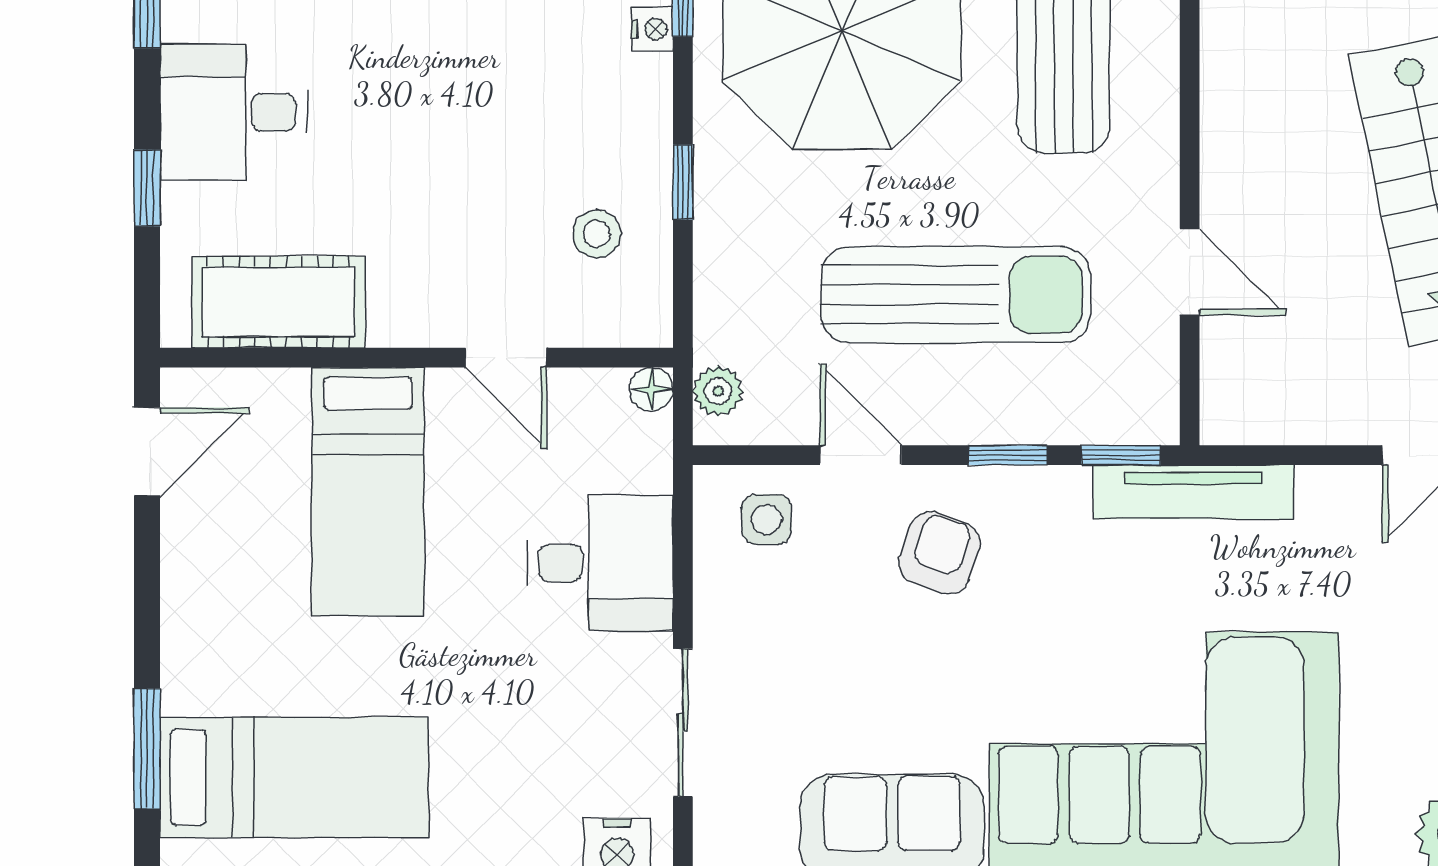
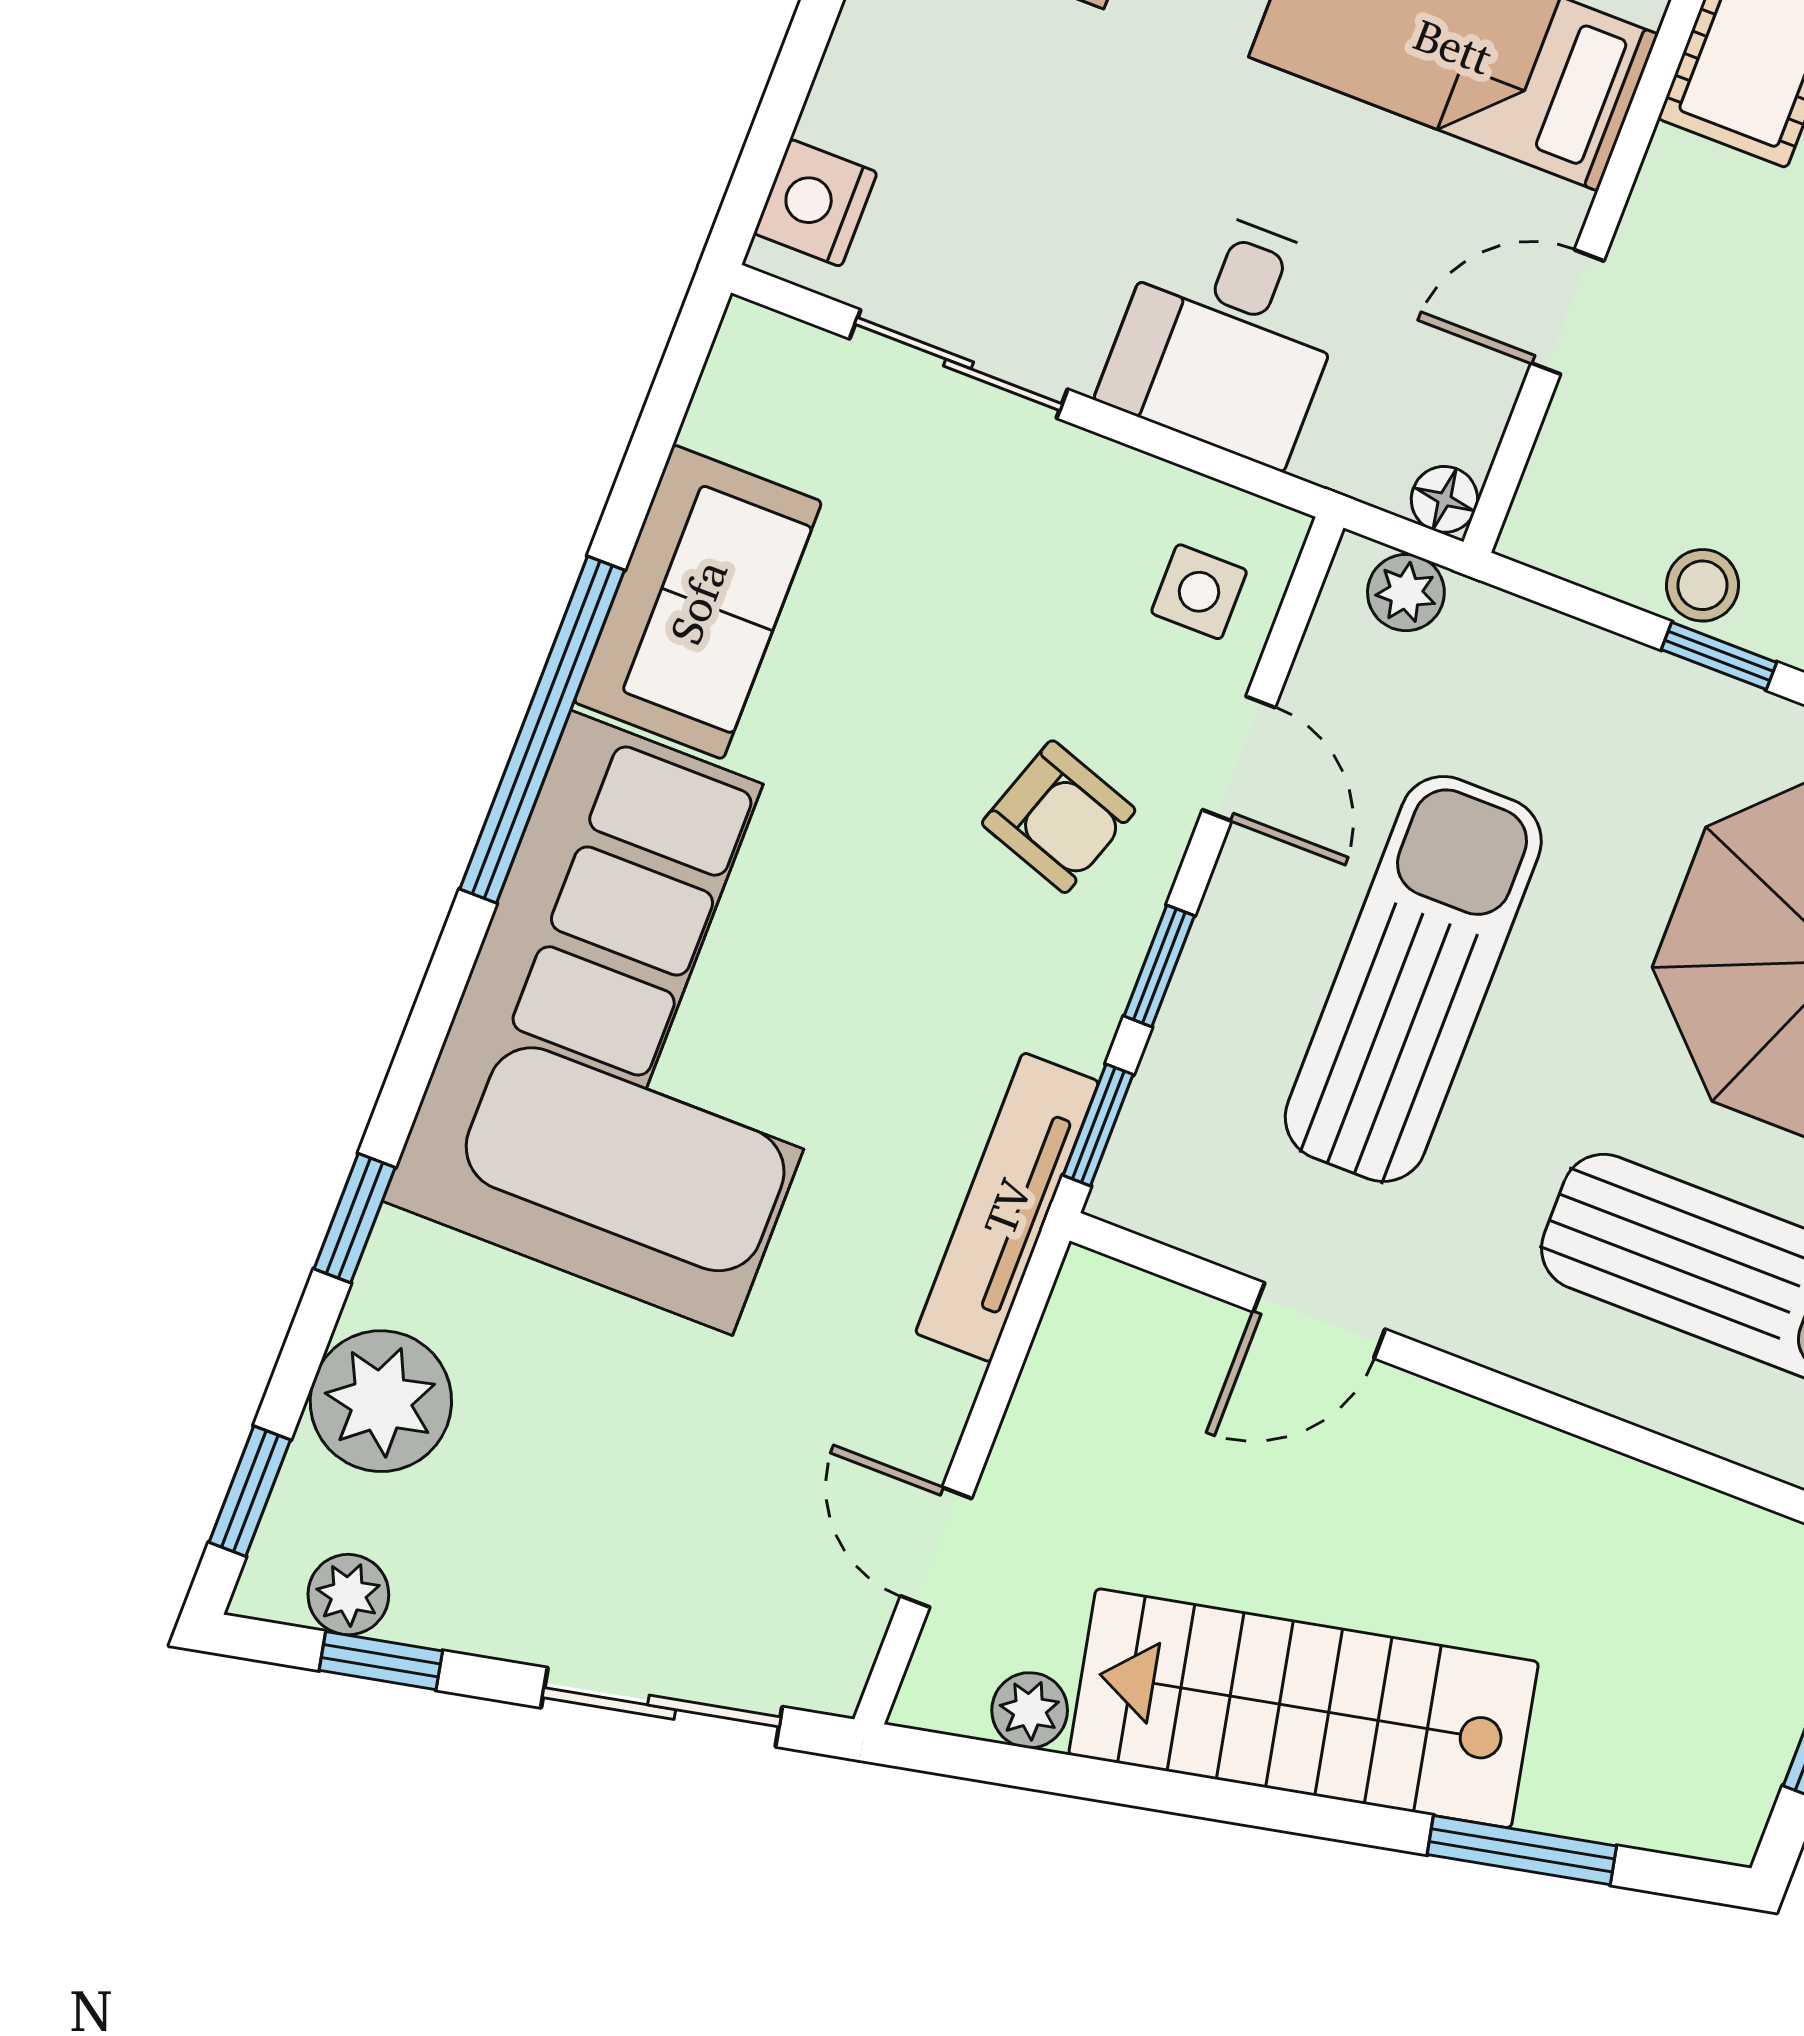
stool: (597, 234) -> (1703, 585), moved
sun lounger: (956, 295) -> (1413, 979), turned 180
door: (861, 455) -> (1239, 759), hinge flipped

